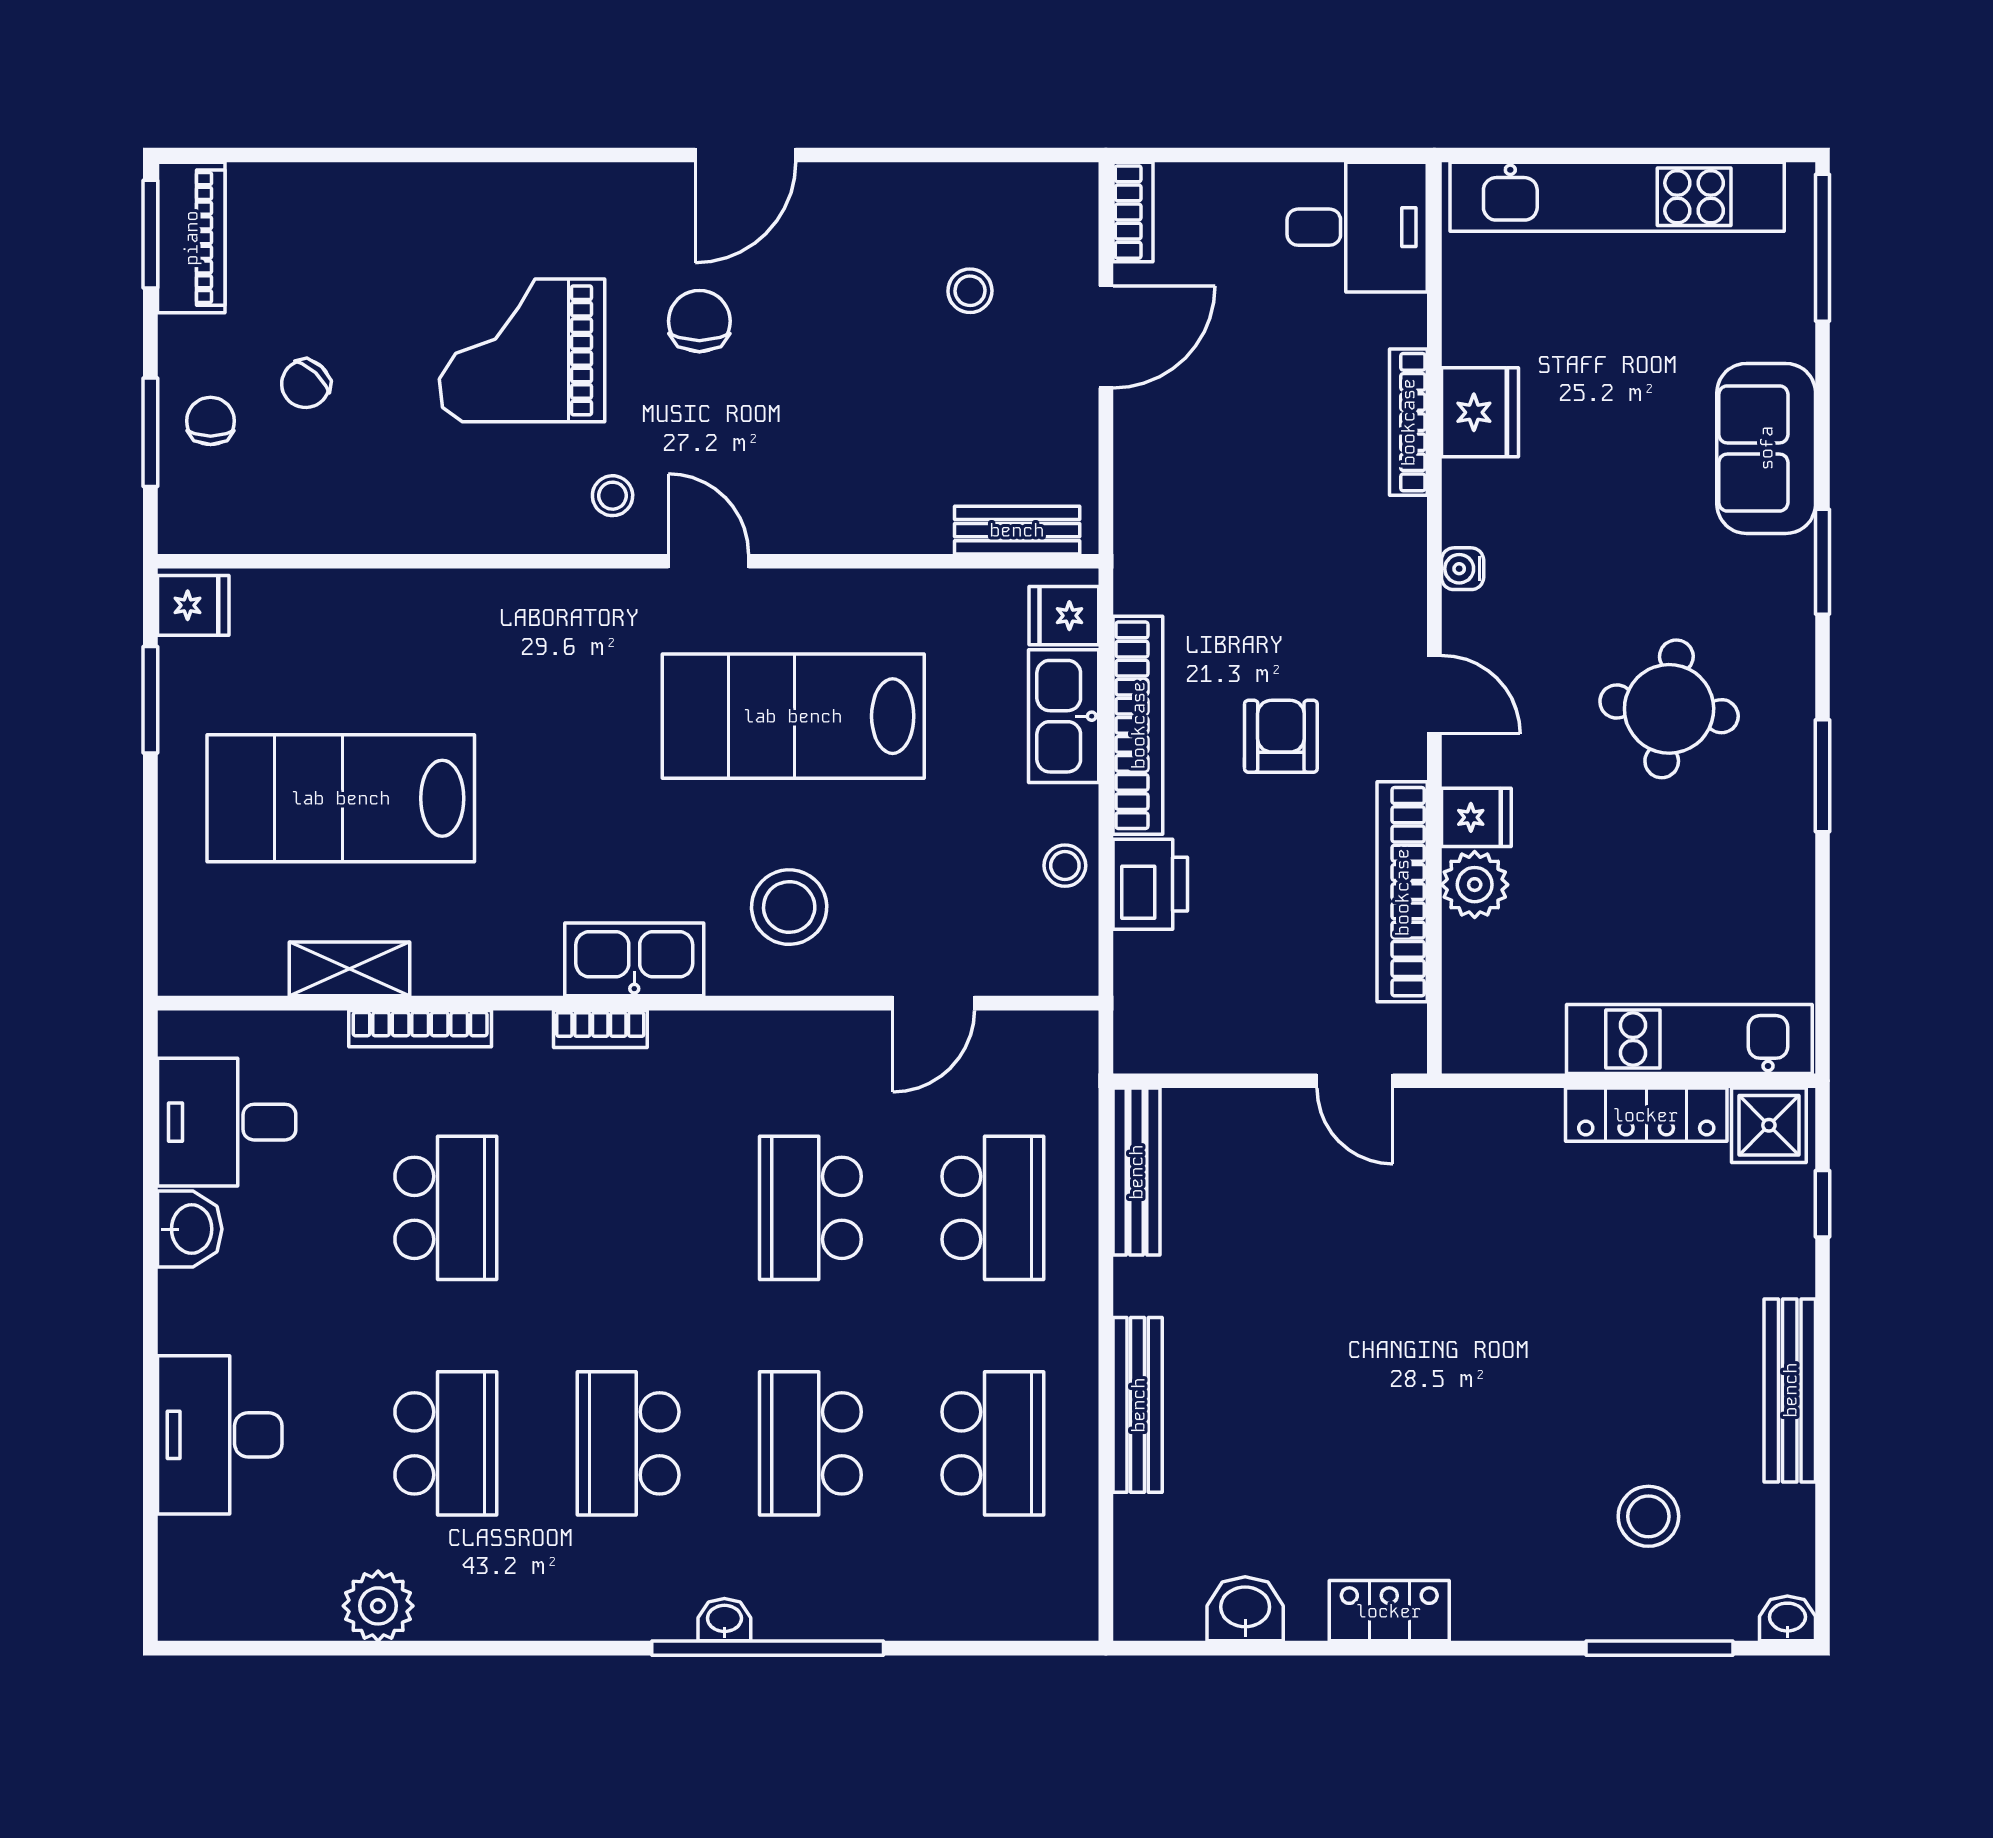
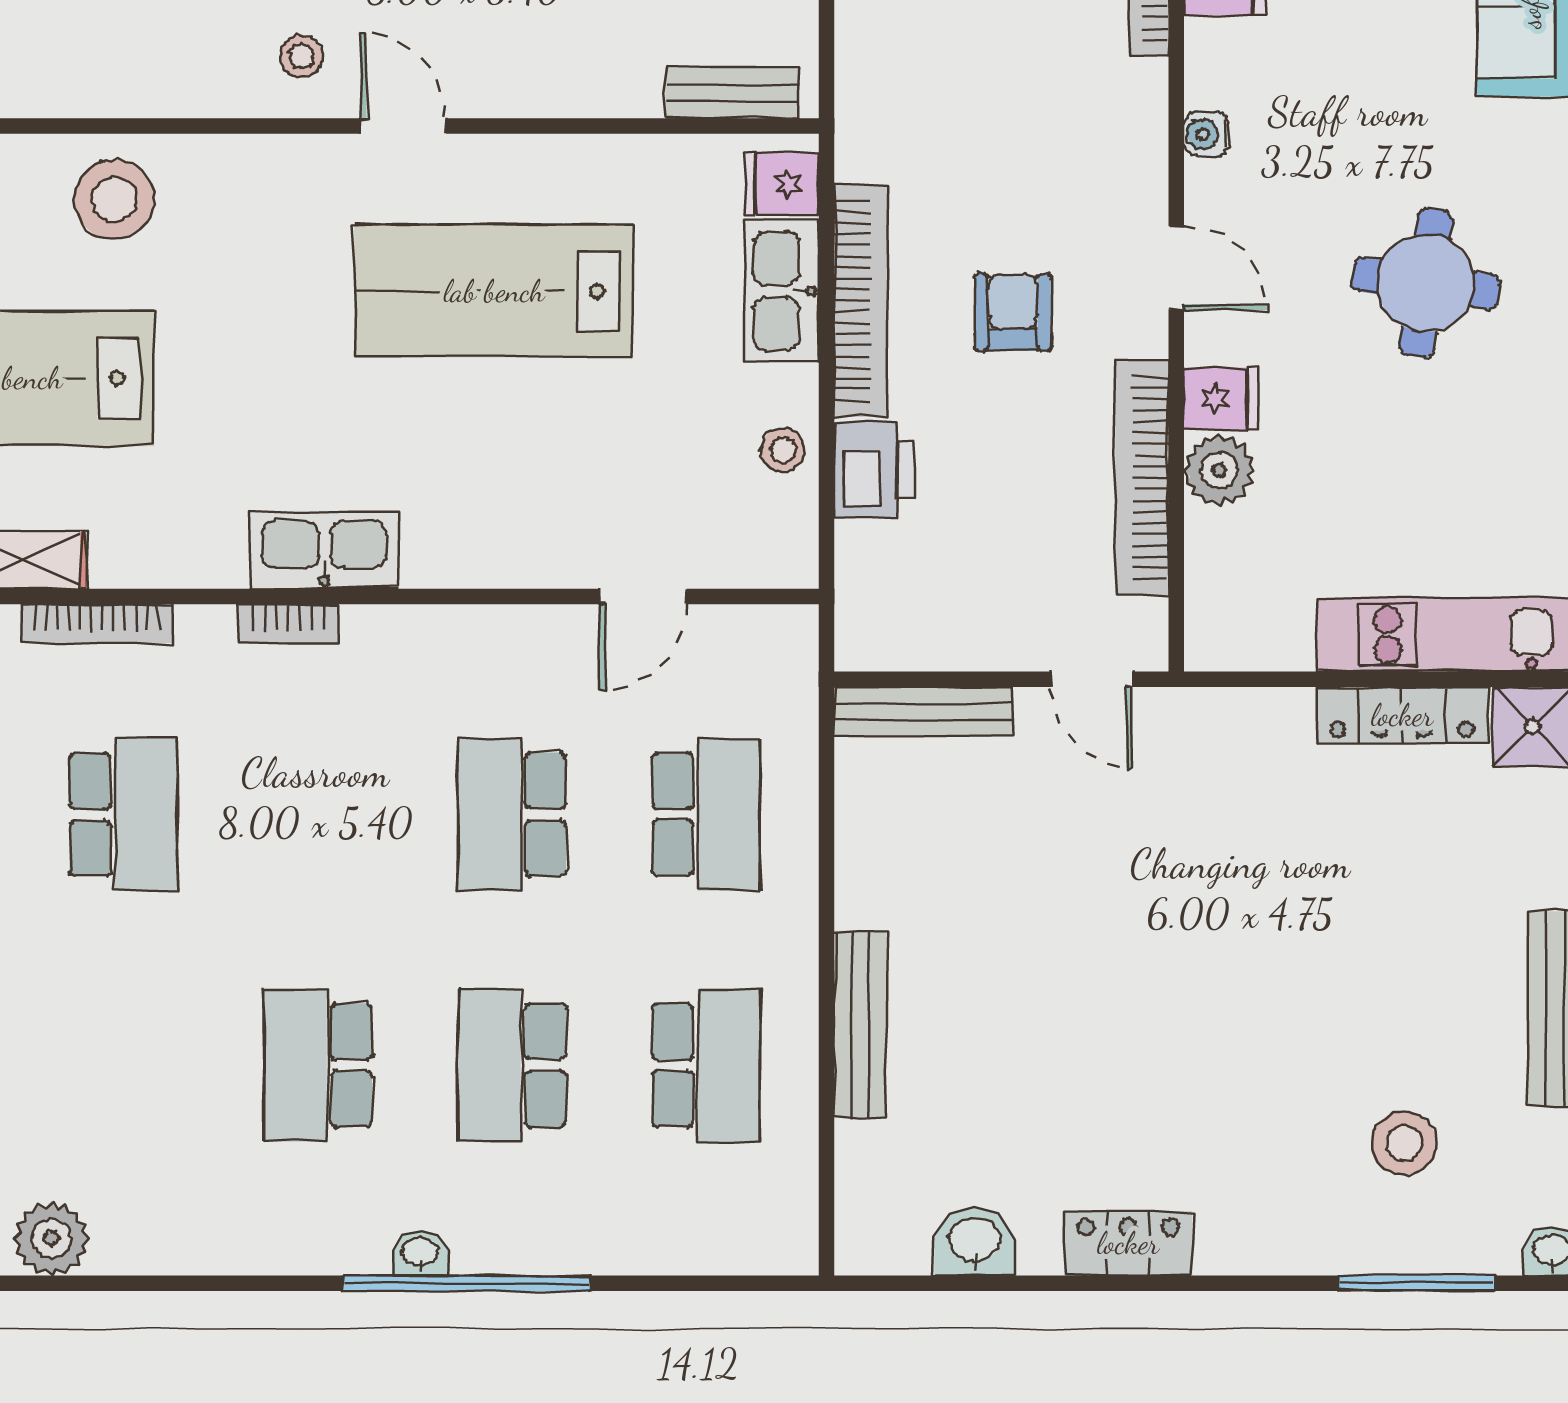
stool: (789, 907) -> (114, 200), moved
bench: (1136, 1172) -> (923, 712), moved, turned 90
school desk: (446, 1443) -> (124, 1065), removed

